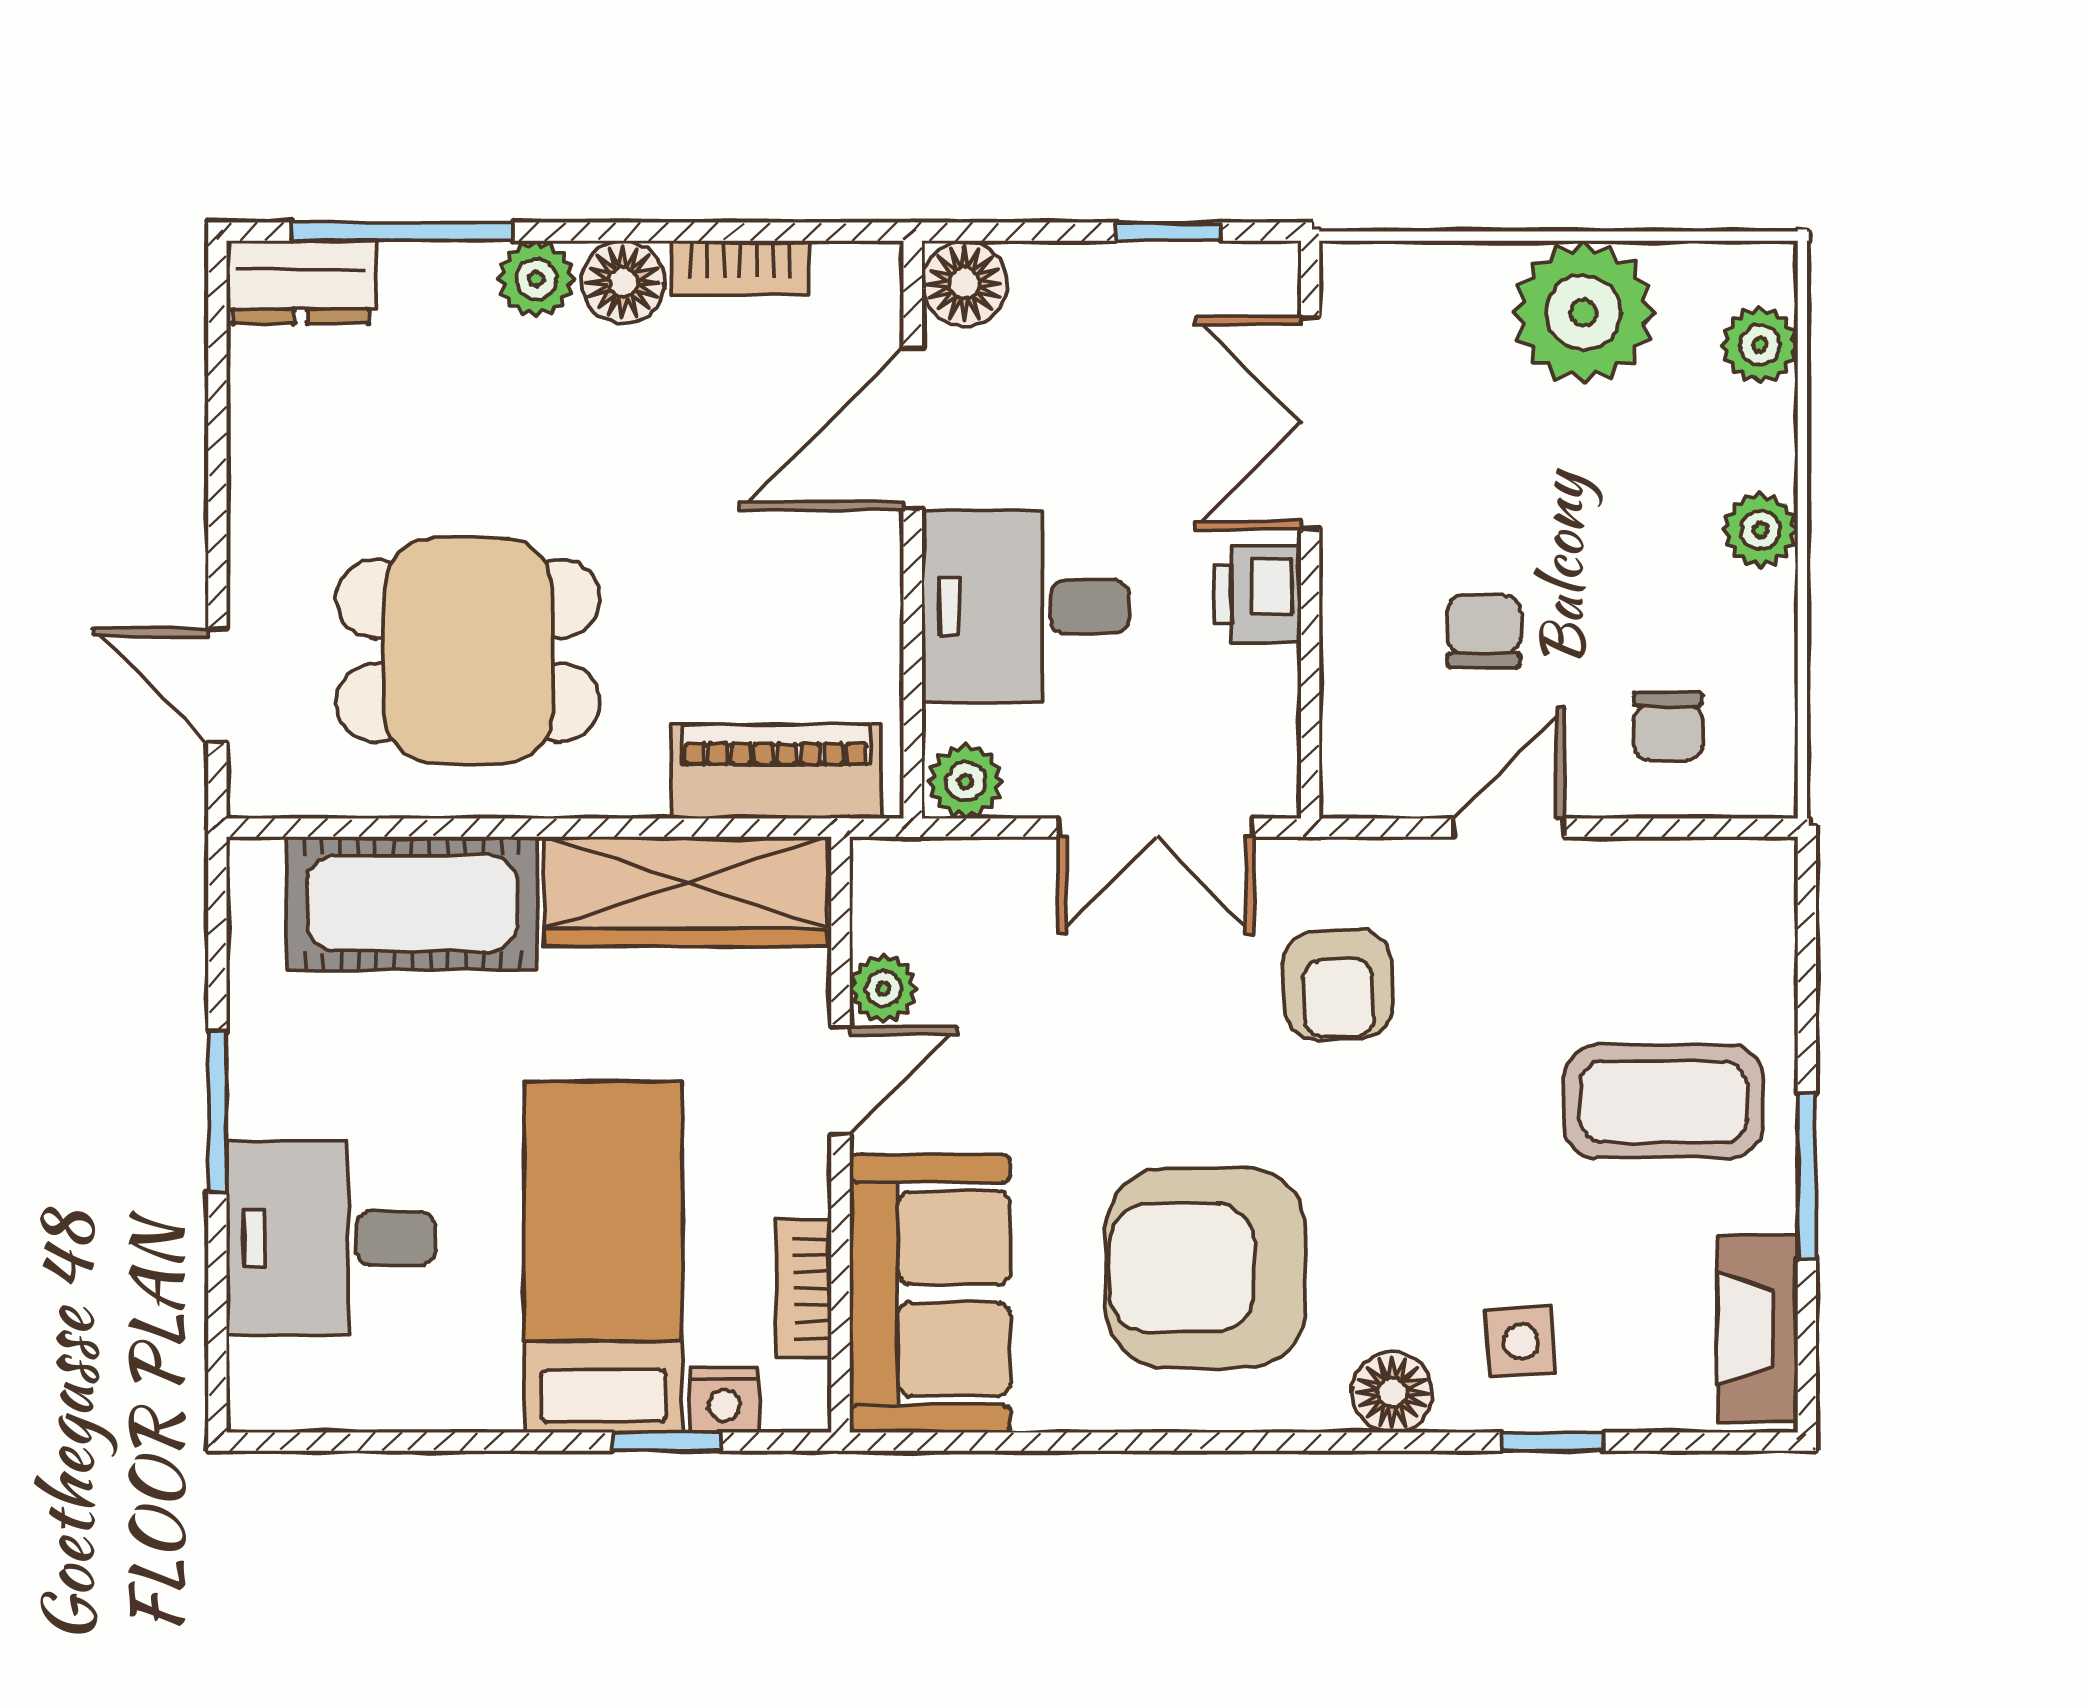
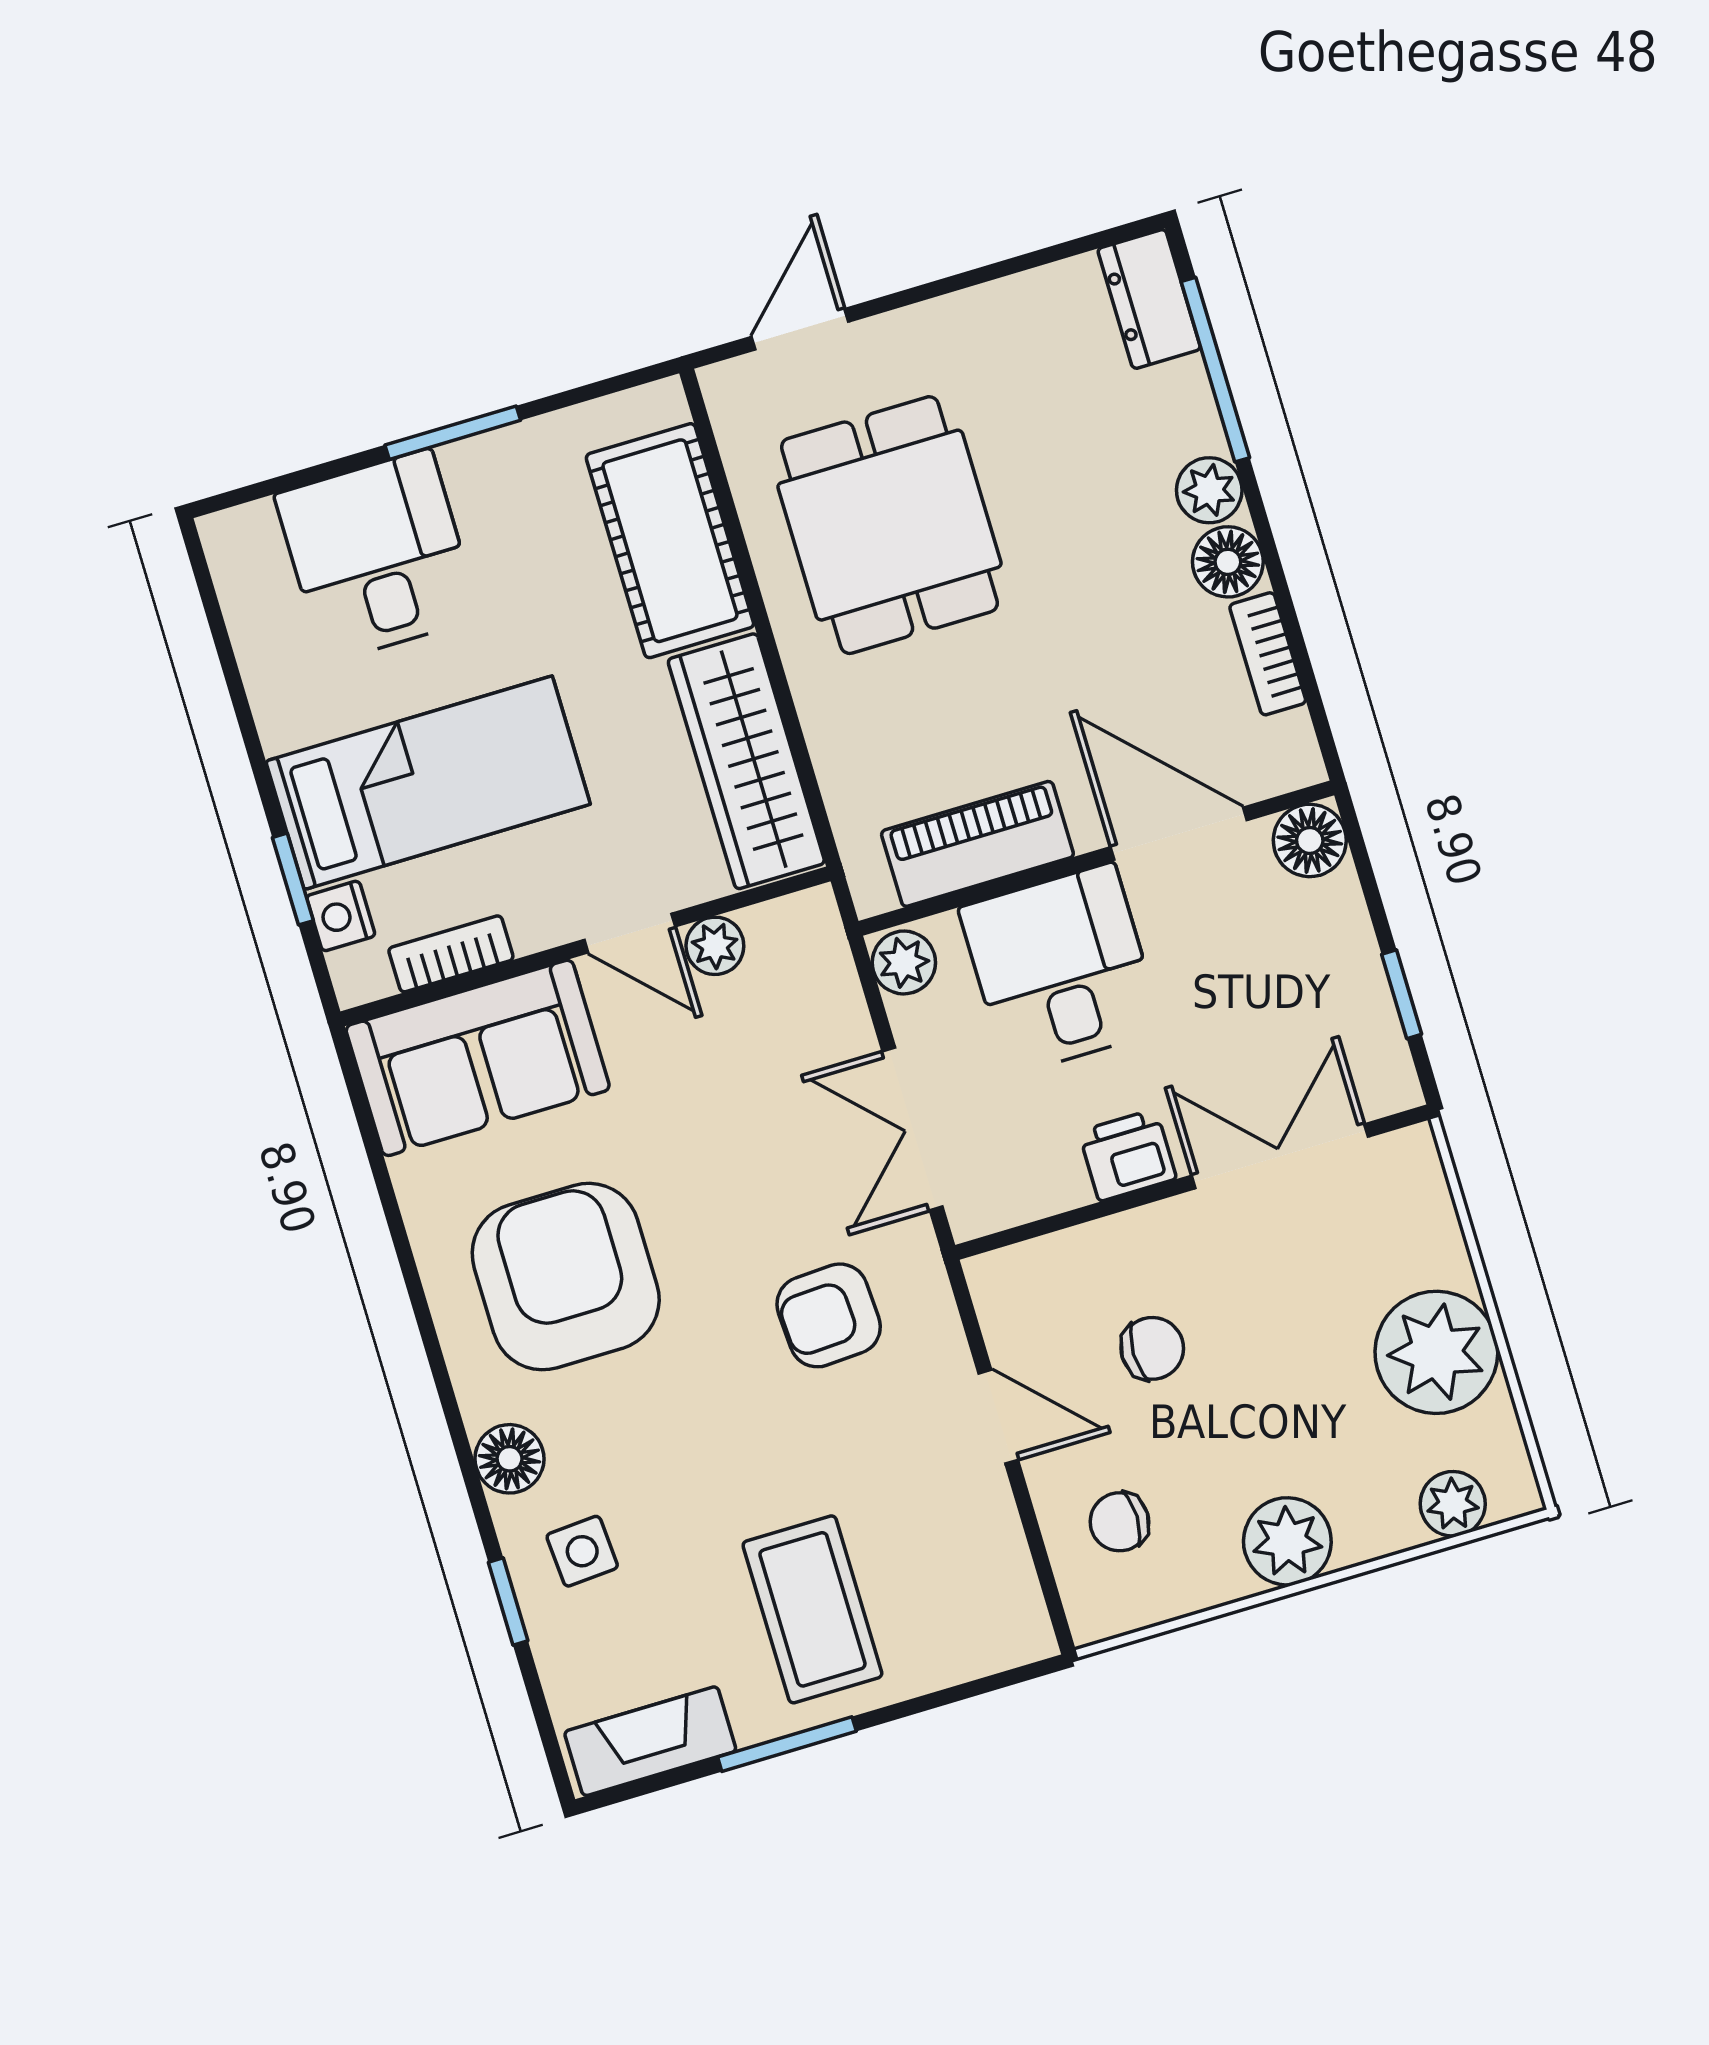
plant: (1760, 530) -> (1287, 1541), width x1.38, depth x1.38
piano: (776, 772) -> (977, 844), moved, turned -90

